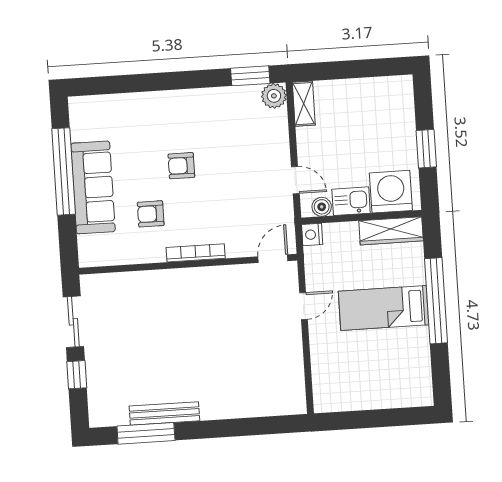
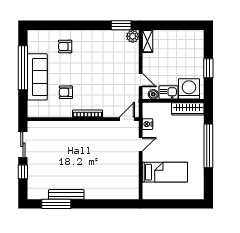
armchair: (181, 166) -> (65, 46), moved
nightstand: (312, 235) -> (147, 124), moved
bed: (384, 308) -> (165, 172), moved, turned 180

